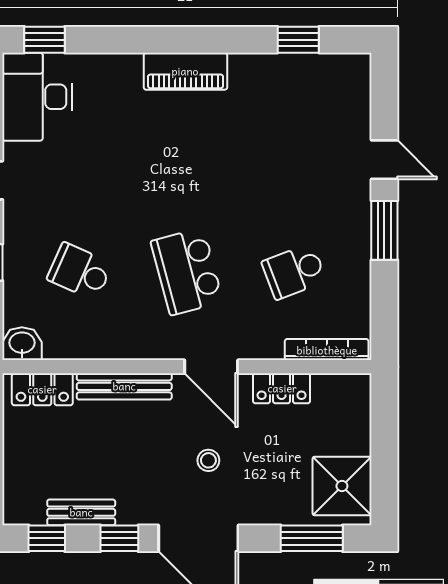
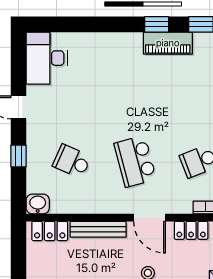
window: (45, 40) -> (157, 24), moved
piano: (185, 71) -> (168, 43), moved

